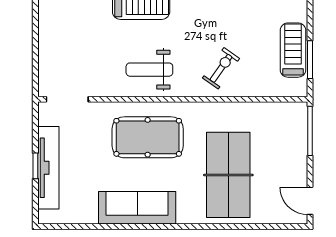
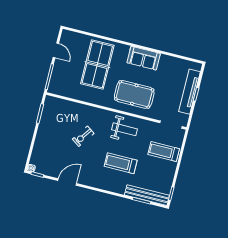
treadmill: (293, 50) -> (164, 152), moved, turned 90
exercise bike: (221, 68) -> (83, 136), moved
door: (310, 201) -> (56, 50), moved
sofa: (137, 208) -> (144, 58), width x0.73

